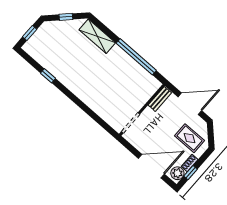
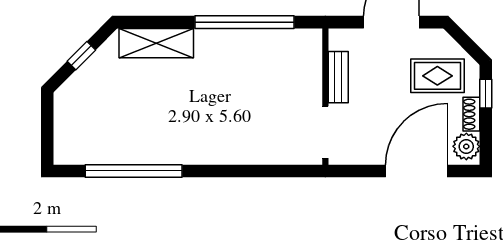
window: (30, 33) -> (47, 130), removed
window: (48, 76) -> (134, 171), width x3.17
bench: (160, 99) -> (338, 77), moved
window: (191, 173) -> (486, 94), moved

